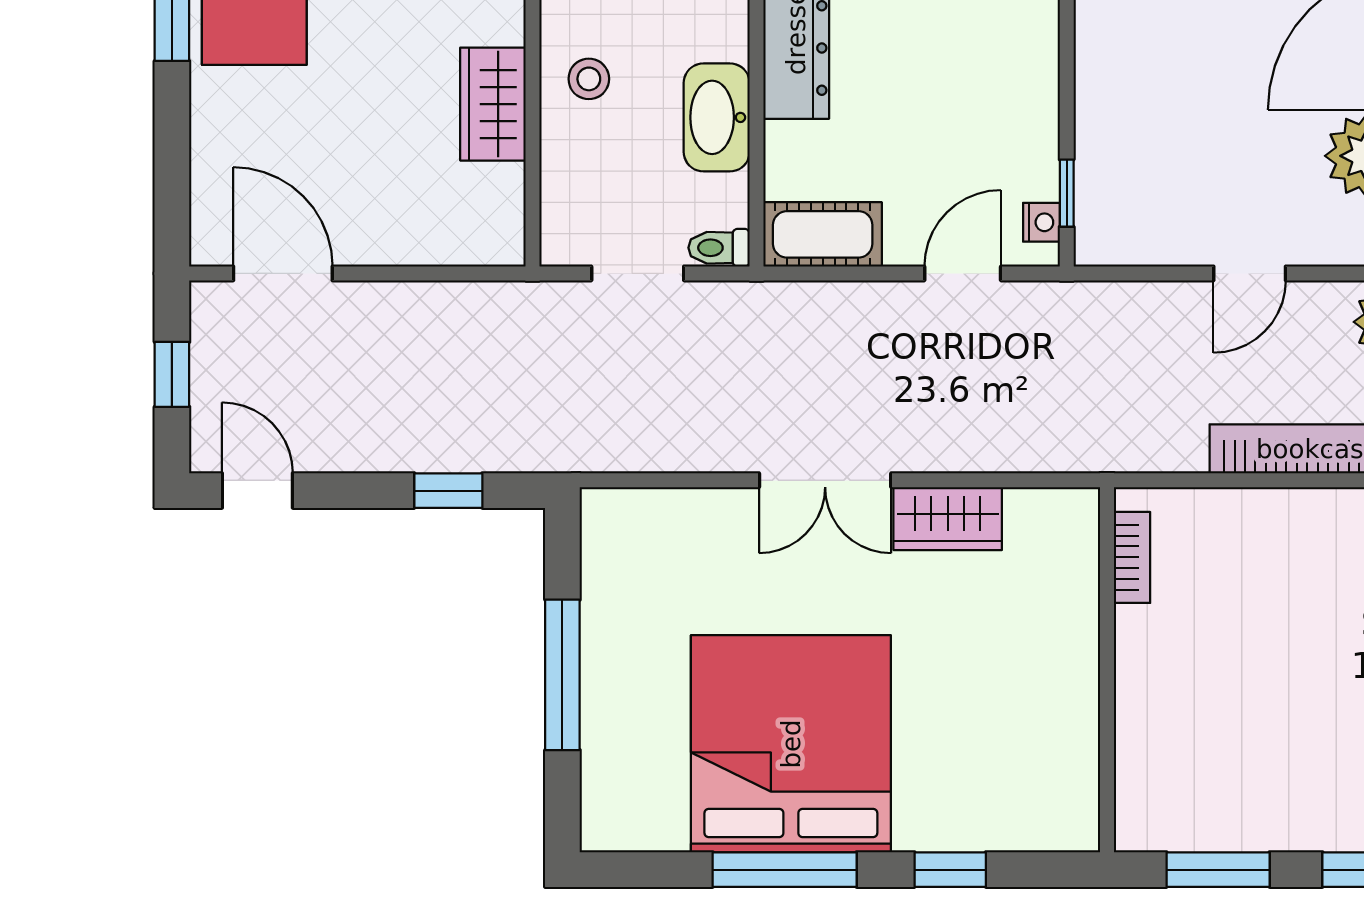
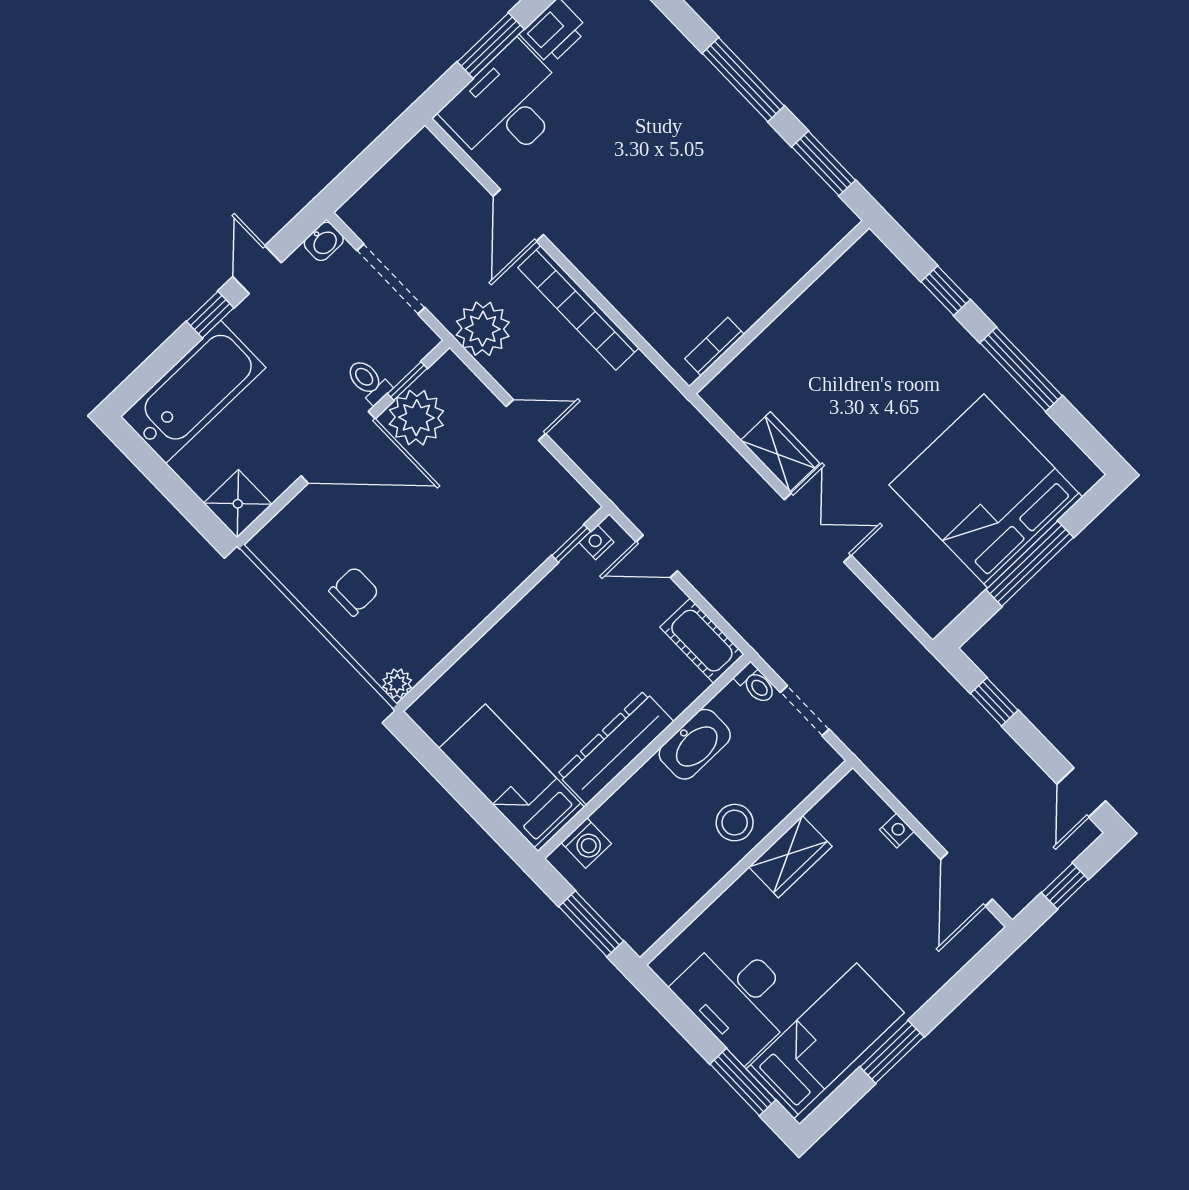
stool: (589, 79) -> (735, 823), width x1.37, depth x1.37
nightstand: (410, 248) -> (897, 831), added
bed: (791, 744) -> (986, 491), moved, turned 90

